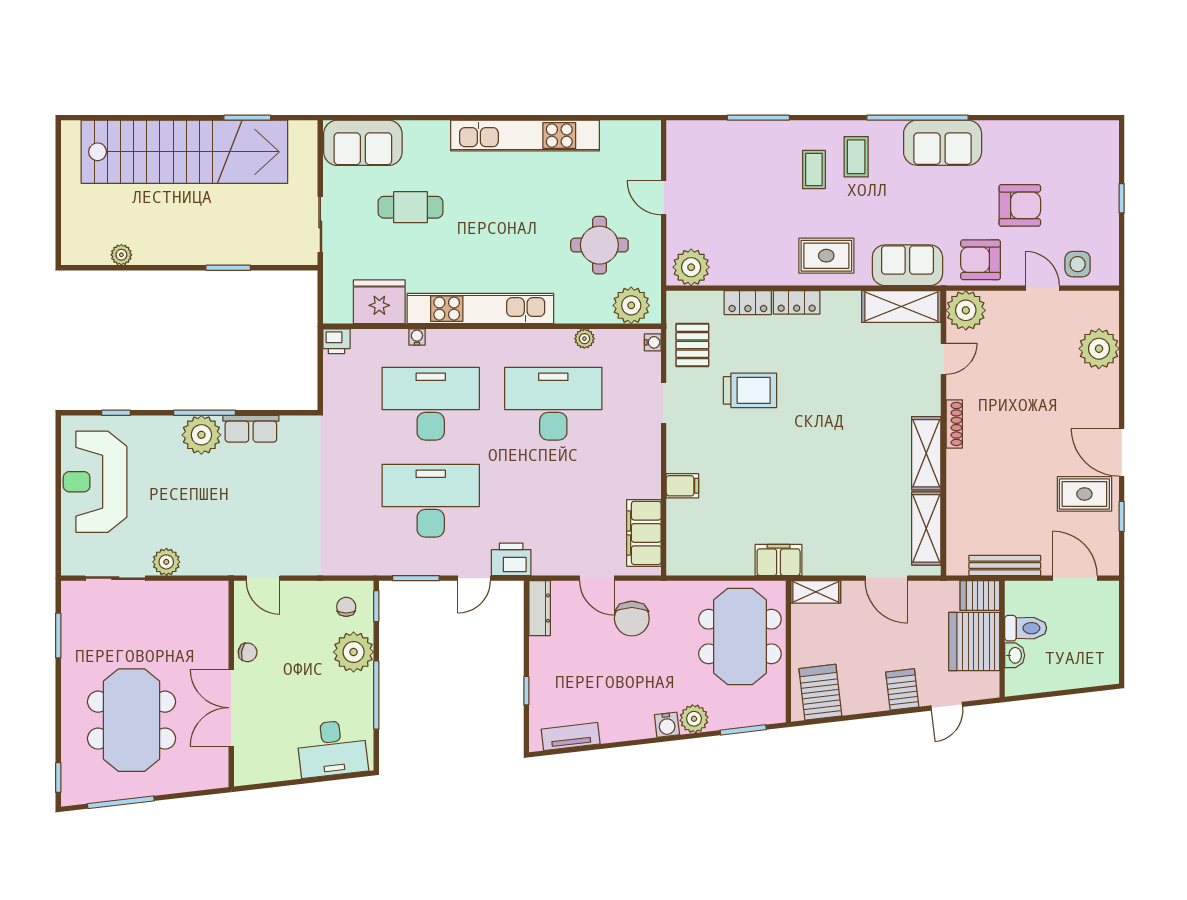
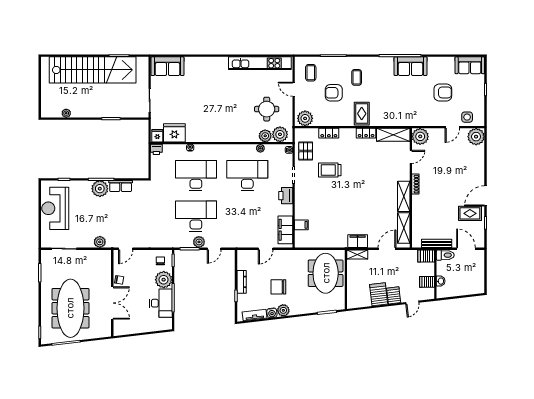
kitchen unit: (525, 136) -> (260, 63), moved
coffee table: (856, 157) -> (311, 73), moved
cafe table: (410, 207) -> (187, 93), removed
rug: (826, 256) -> (362, 114), turned 90
armchair: (981, 260) -> (334, 93), moved
sofa: (907, 265) -> (470, 65), moved, turned 180
door: (1042, 288) -> (452, 127), swing flipped
locker: (797, 302) -> (366, 133), moved
fridge: (339, 308) -> (157, 136), added
kitchen unit: (480, 309) -> (217, 136), removed
plant: (596, 309) -> (265, 136), added
plant: (1099, 349) -> (476, 137), moved
trolley: (750, 390) -> (330, 170), turned 180
door: (1122, 452) -> (486, 196), hinge flipped
filing cabinet: (682, 486) -> (301, 225), moved
printer: (511, 559) -> (286, 196), moved, turned -90
filing cabinet: (779, 560) -> (358, 241), moved
plant: (166, 562) -> (100, 242), moved
plant: (438, 562) -> (199, 242), added
door: (263, 578) -> (126, 249), hinge flipped
door: (597, 578) -> (266, 249), hinge flipped
door: (886, 578) -> (387, 249), swing flipped
dresser: (540, 608) -> (242, 282), moved
chair: (632, 619) -> (278, 287), moved, turned 90
toilet: (1026, 628) -> (445, 255), moved
server rack: (974, 642) -> (427, 282), width x0.46, depth x0.70
server rack: (820, 692) -> (379, 294), moved
double door: (231, 708) -> (112, 303), swing flipped
plant: (694, 719) -> (283, 310), moved
meeting table: (132, 720) -> (70, 308), width x1.36
water cooler: (667, 725) -> (272, 313), moved
desk: (332, 748) -> (161, 303), moved, turned -83

